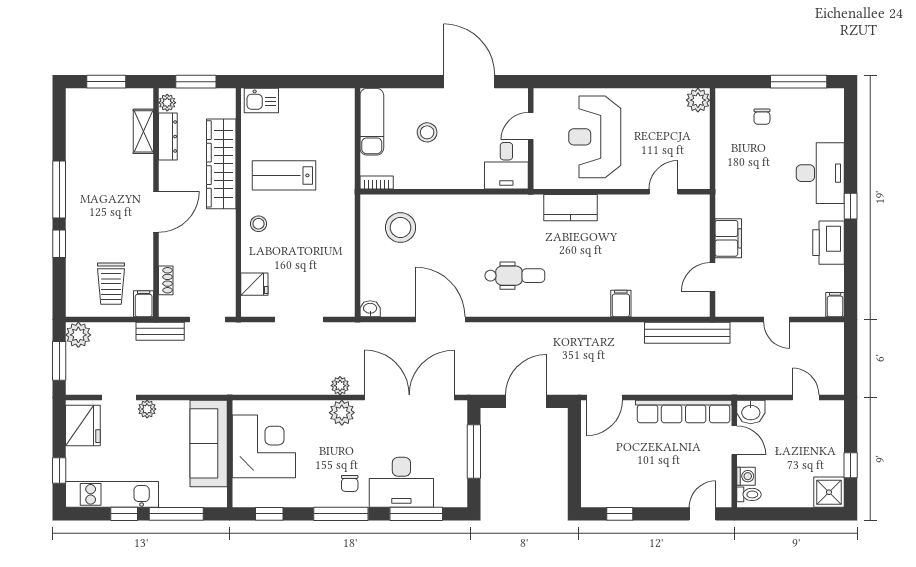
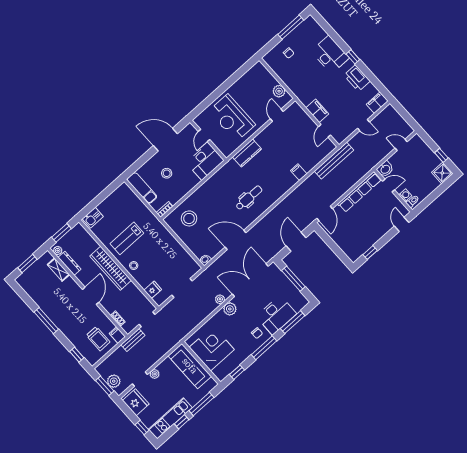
plant: (698, 100) -> (279, 91), moved
wardrobe: (221, 164) -> (110, 268), moved
desk: (506, 166) -> (205, 162), width x1.37
window: (59, 244) -> (77, 355), moved
filing cabinet: (835, 305) -> (377, 103), width x2.00
plant: (78, 335) -> (114, 381), moved

